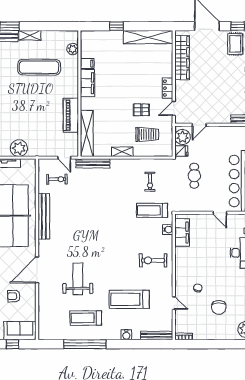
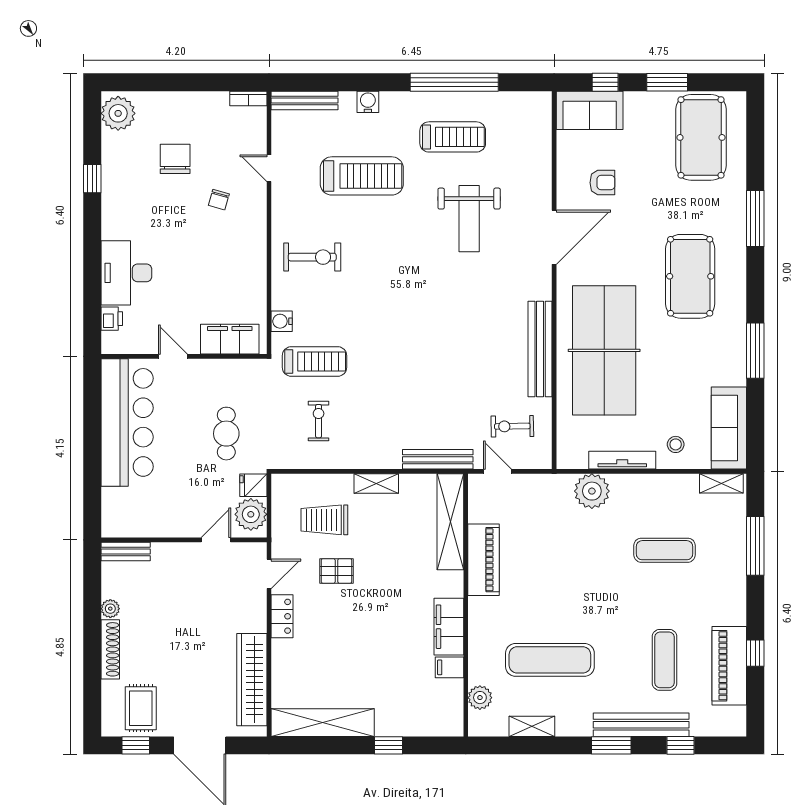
shelving: (30, 35) -> (532, 726), moved
filing cabinet: (182, 232) -> (230, 339), moved, turned 90

